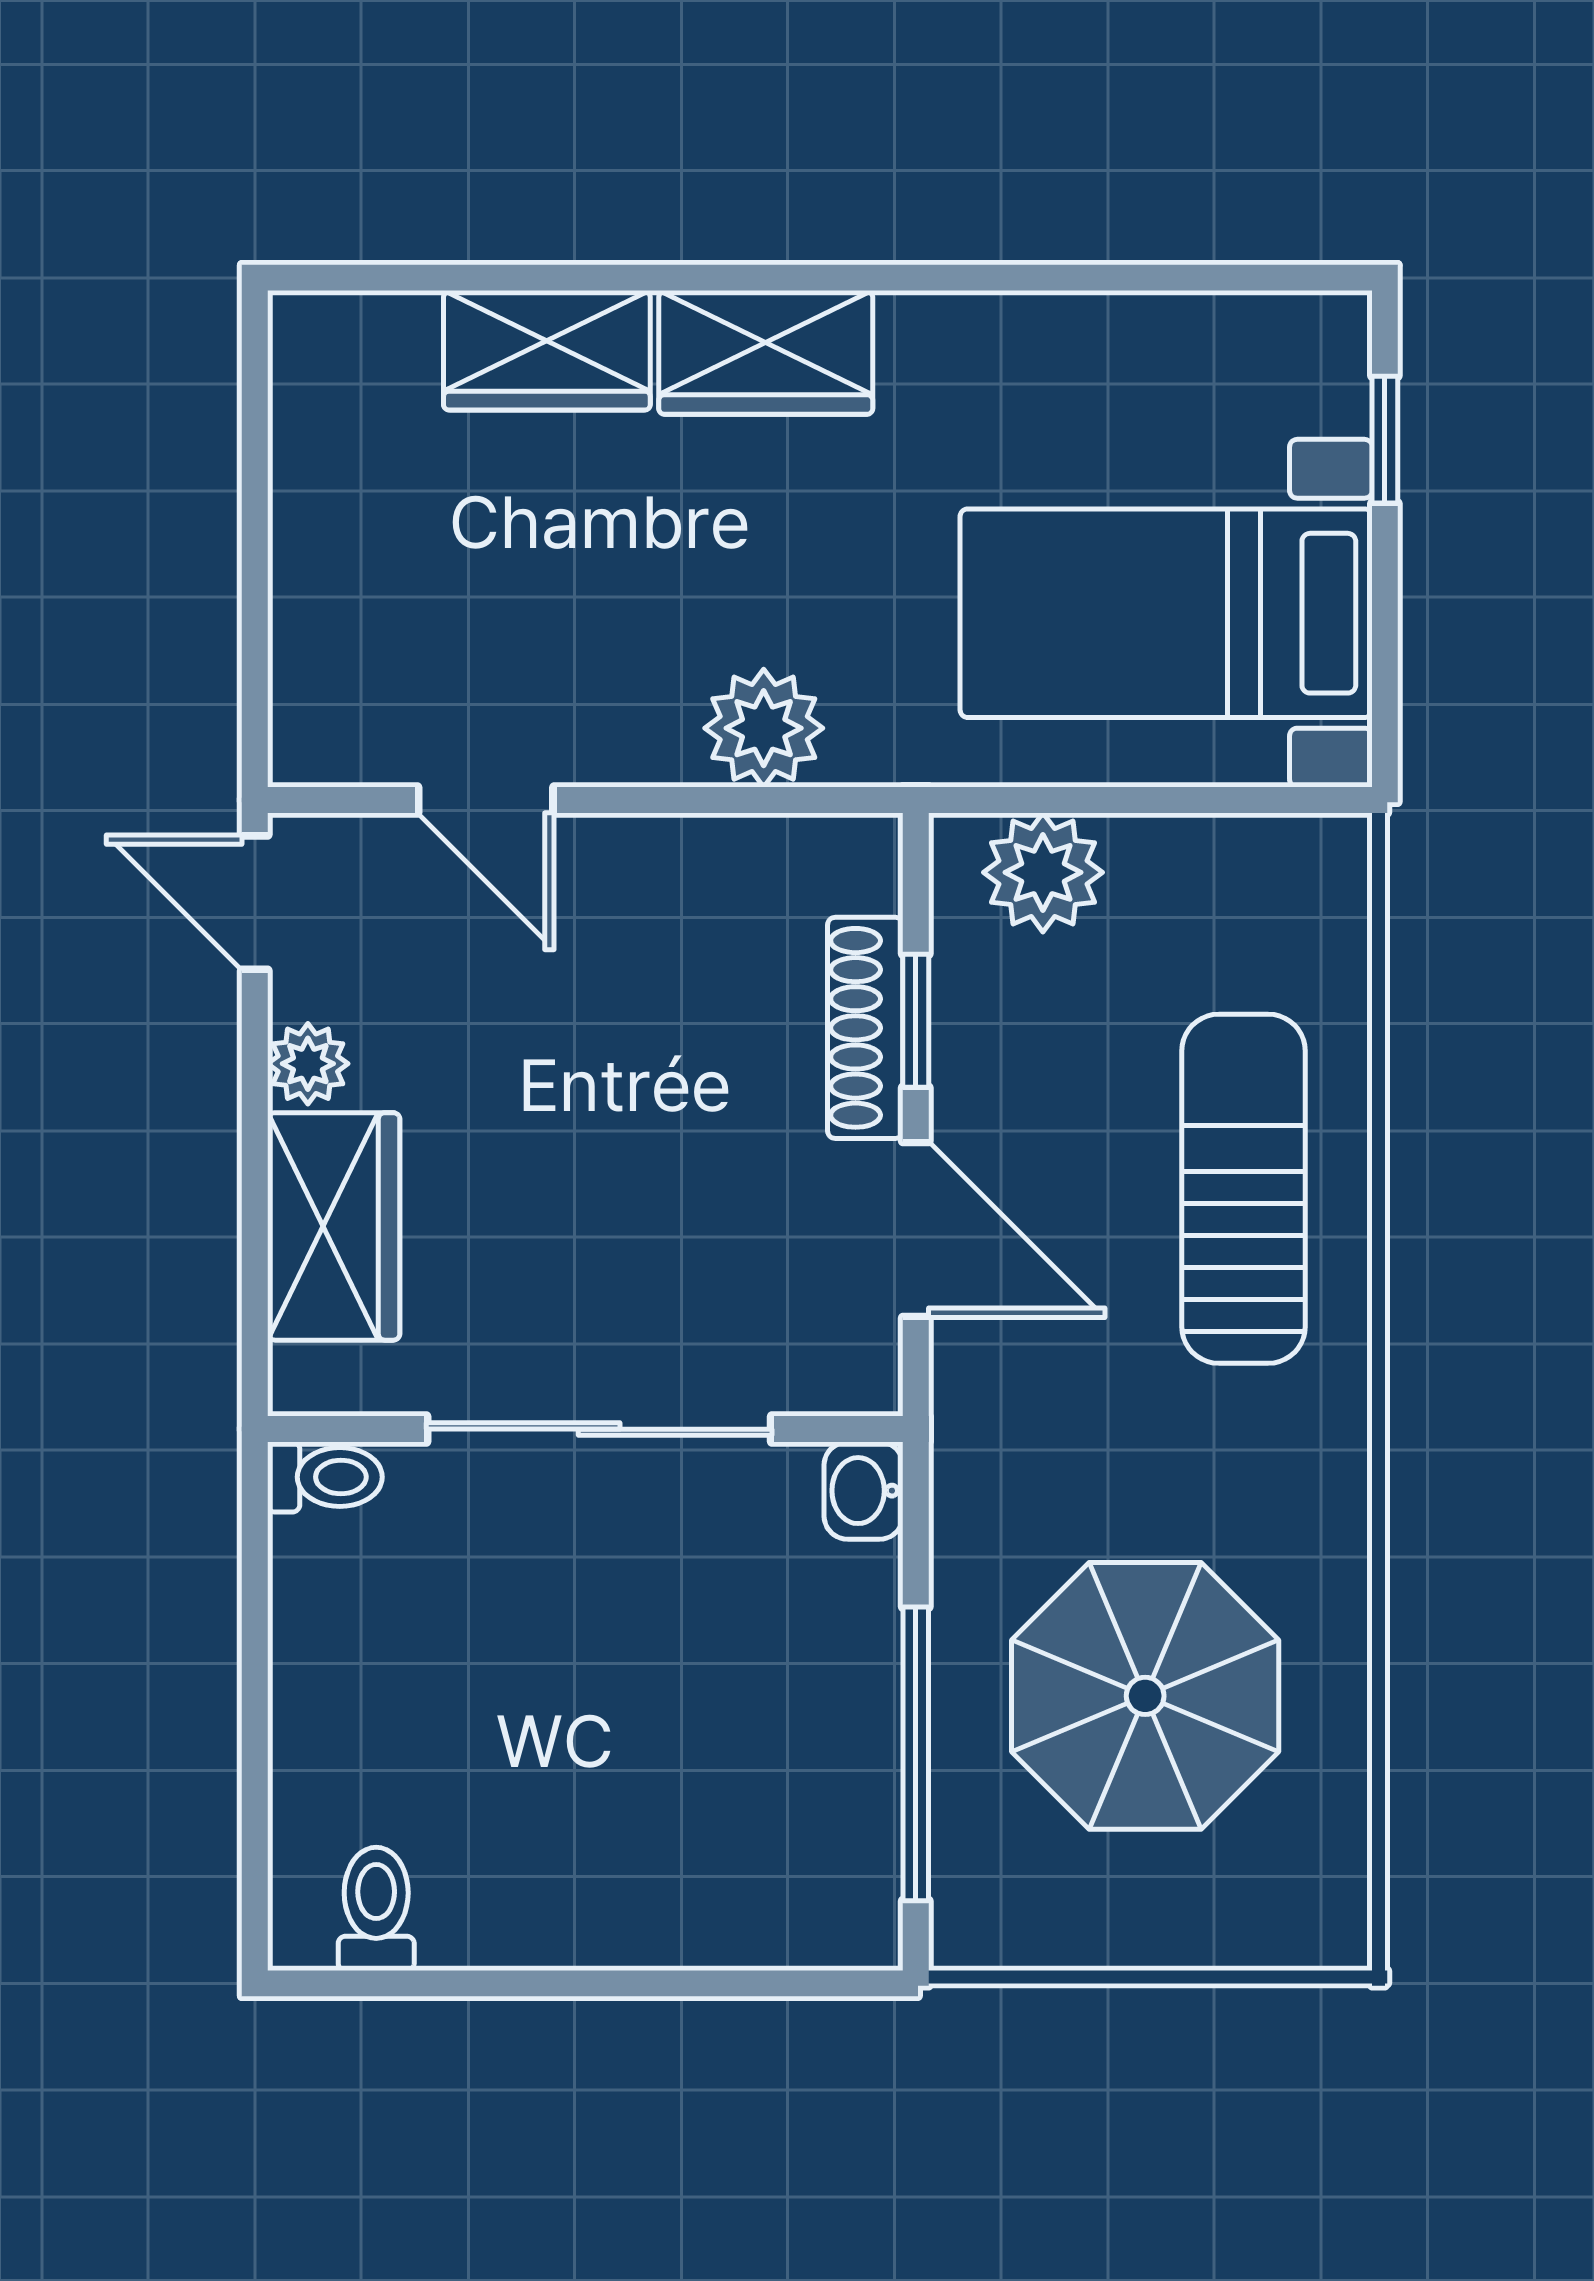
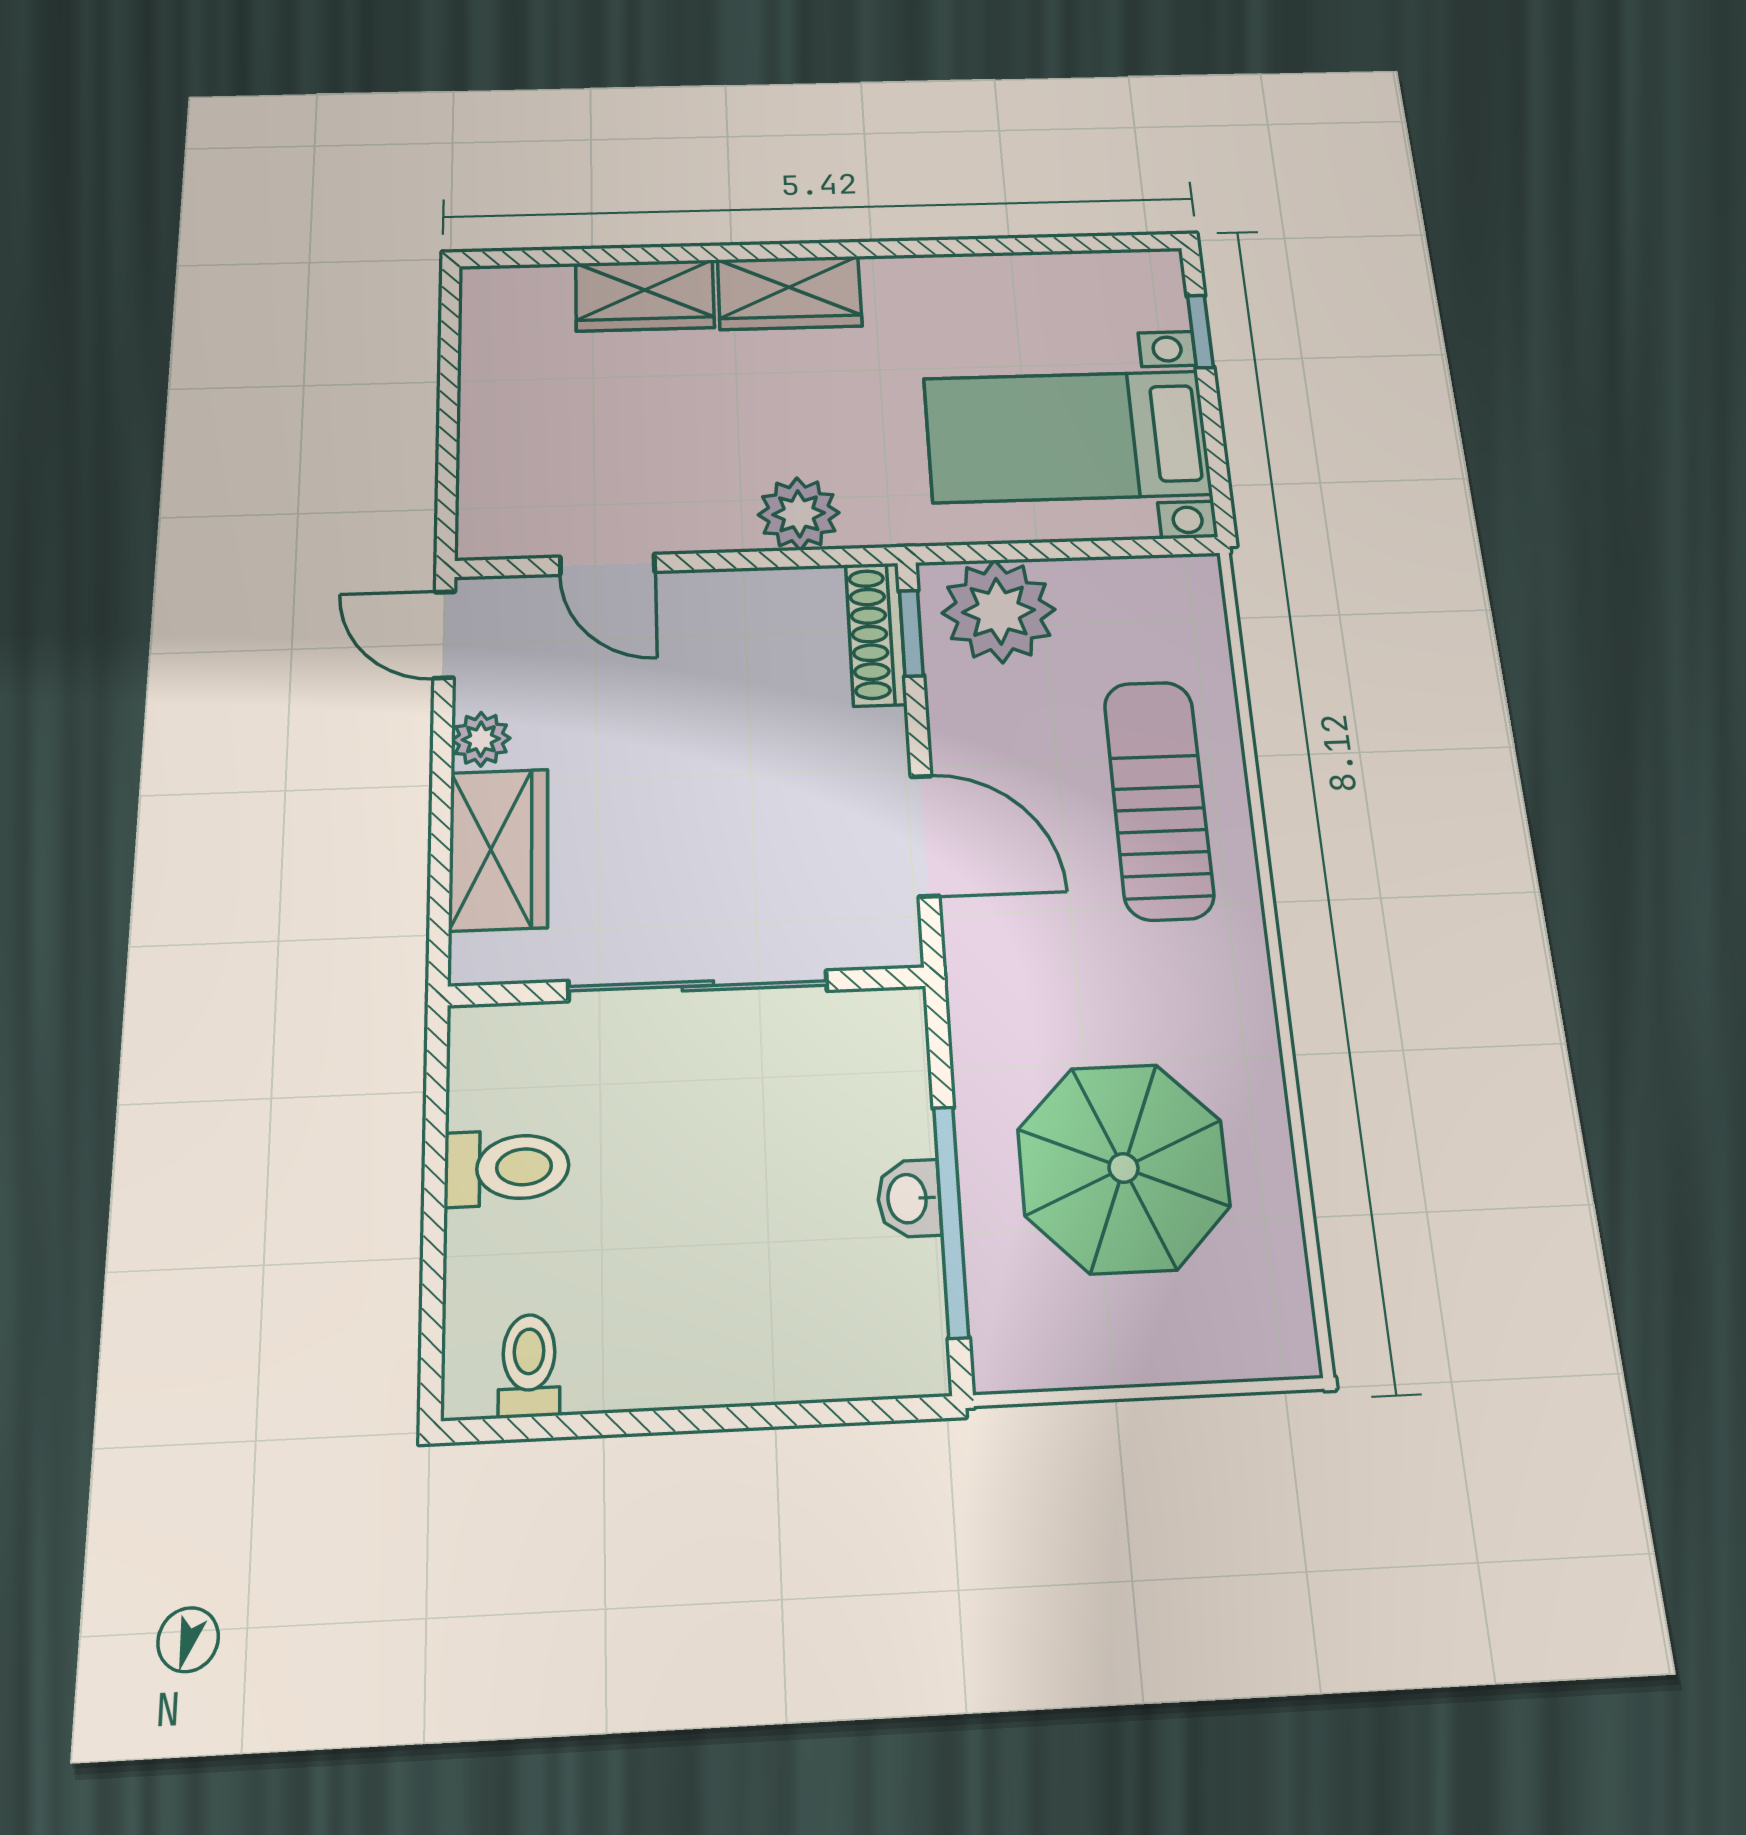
plant: (1043, 872) -> (999, 611), width x1.36, depth x1.36
window: (916, 1021) -> (911, 633), moved
shoe rack: (865, 1028) -> (876, 634), moved
toilet: (325, 1477) -> (507, 1168), moved, width x1.37, depth x1.39
washbasin: (864, 1491) -> (909, 1198), moved

